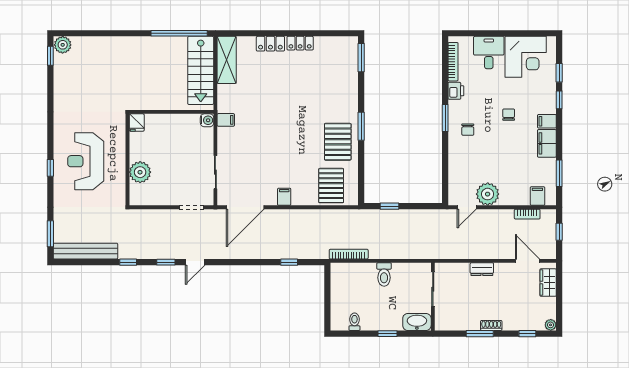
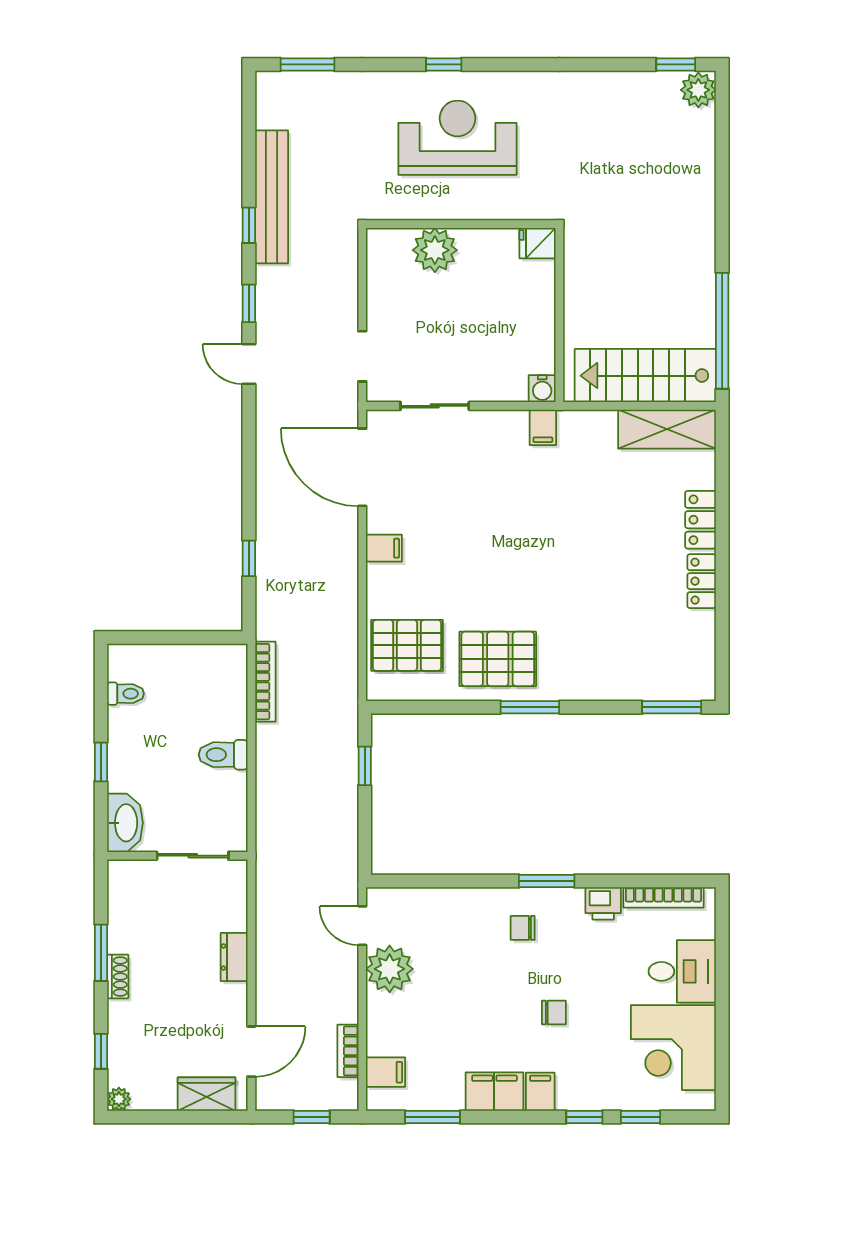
bench: (85, 251) -> (272, 197), moved

